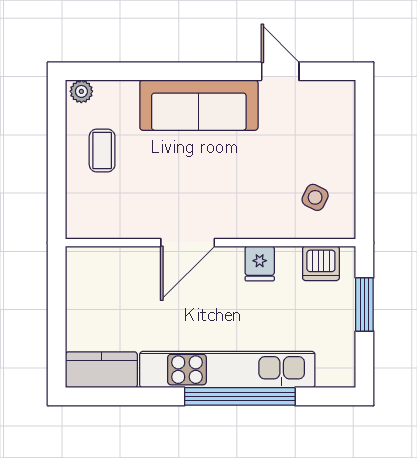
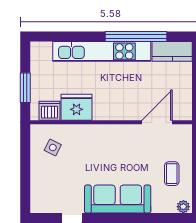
door: (188, 243) -> (157, 122), moved
fridge: (260, 264) -> (77, 107), width x1.88, depth x1.34
window: (240, 396) -> (136, 36), moved

